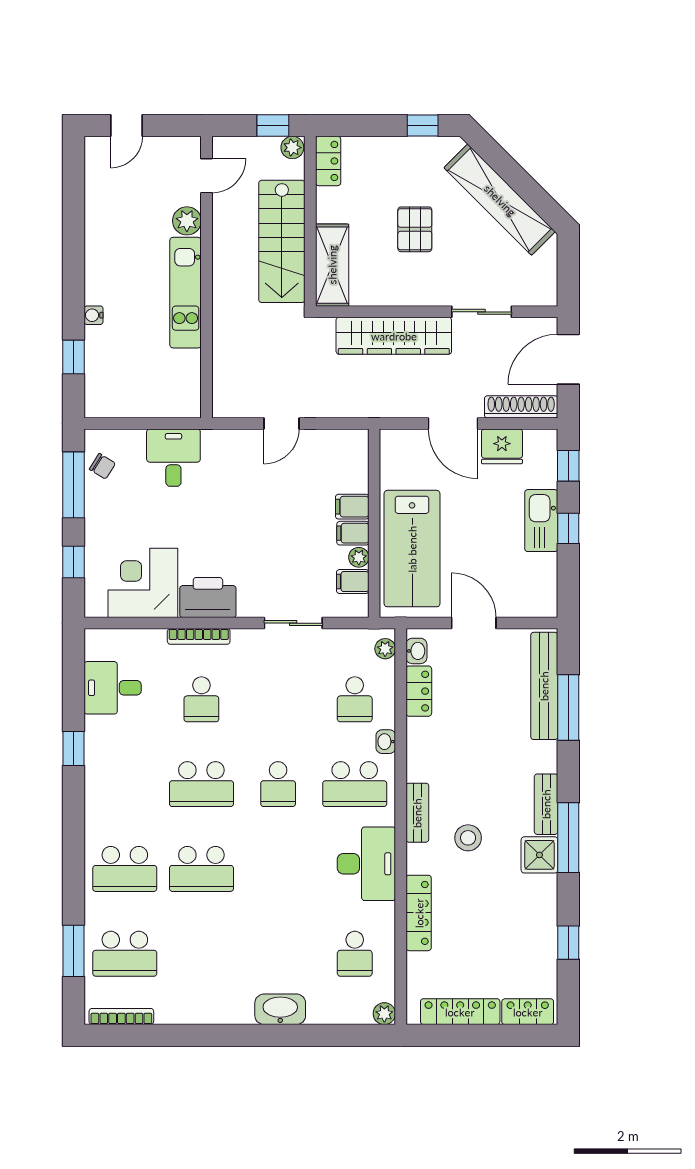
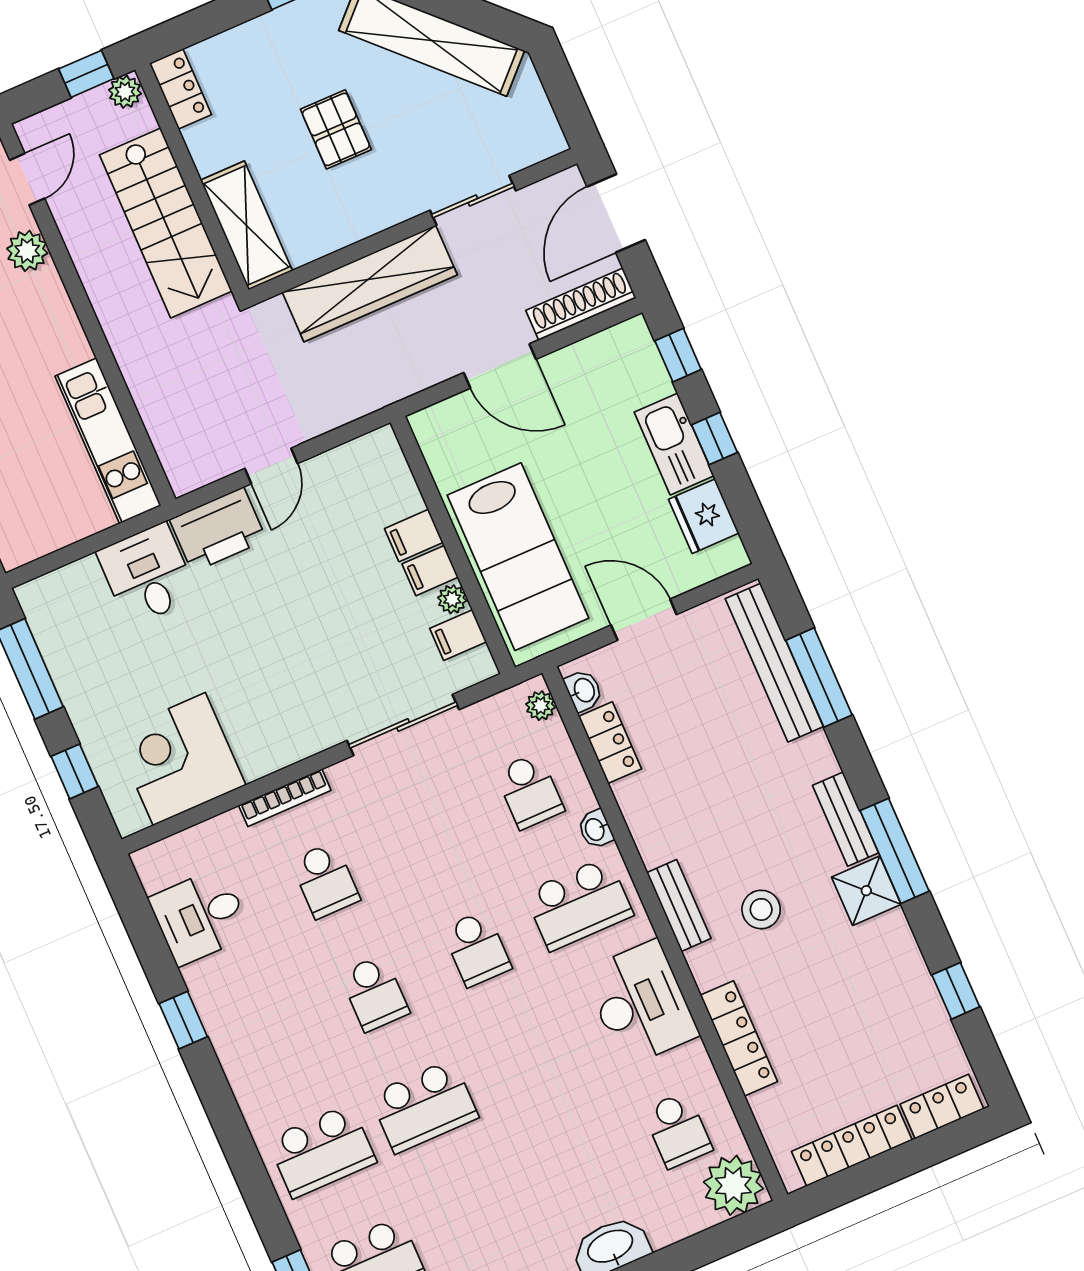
kitchen unit: (186, 293) -> (108, 441), moved
fridge: (502, 446) -> (704, 516), moved, turned 90
chair: (102, 466) -> (57, 627), removed
printer: (208, 598) -> (218, 530), moved, turned 180
sliding door: (293, 623) -> (403, 725), width x1.37
school desk: (201, 784) -> (375, 993), width x0.54
plant: (384, 1014) -> (733, 1185), width x1.88, depth x1.88

